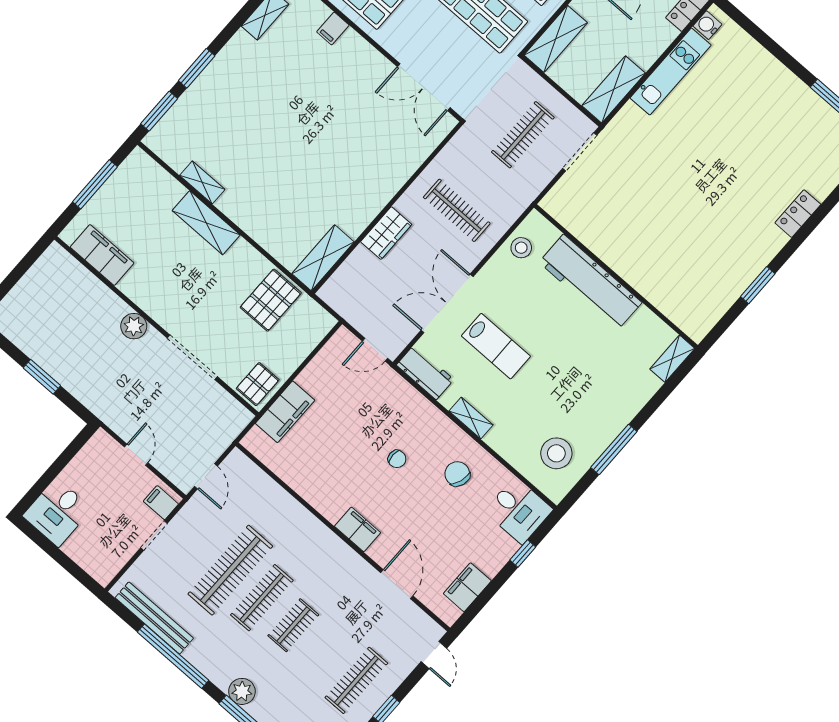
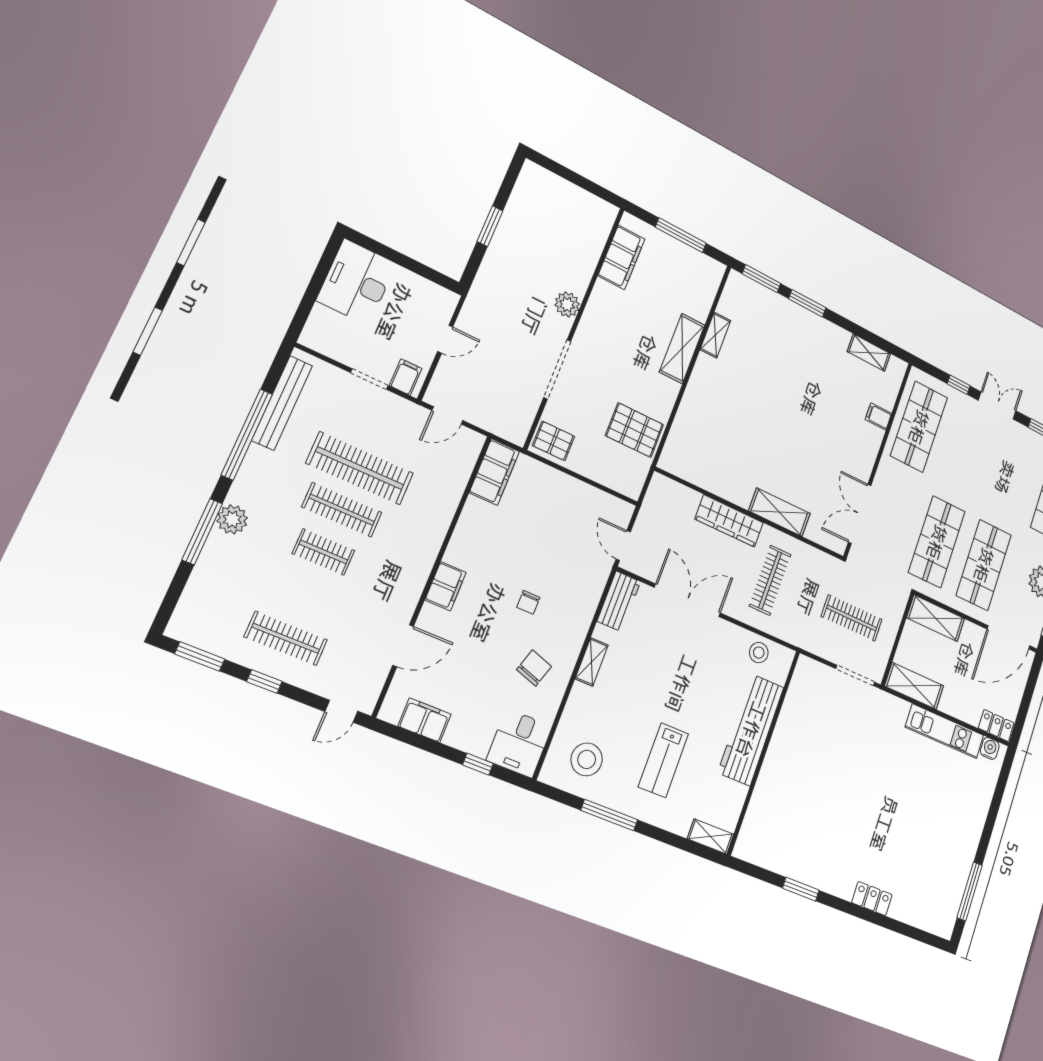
wardrobe: (386, 233) -> (729, 521), width x1.50
shelving: (323, 258) -> (779, 512), moved
lab bench: (496, 346) -> (663, 760), moved
filing cabinet: (285, 412) -> (494, 472), moved, turned -90
desk: (57, 512) -> (356, 282), width x1.37

